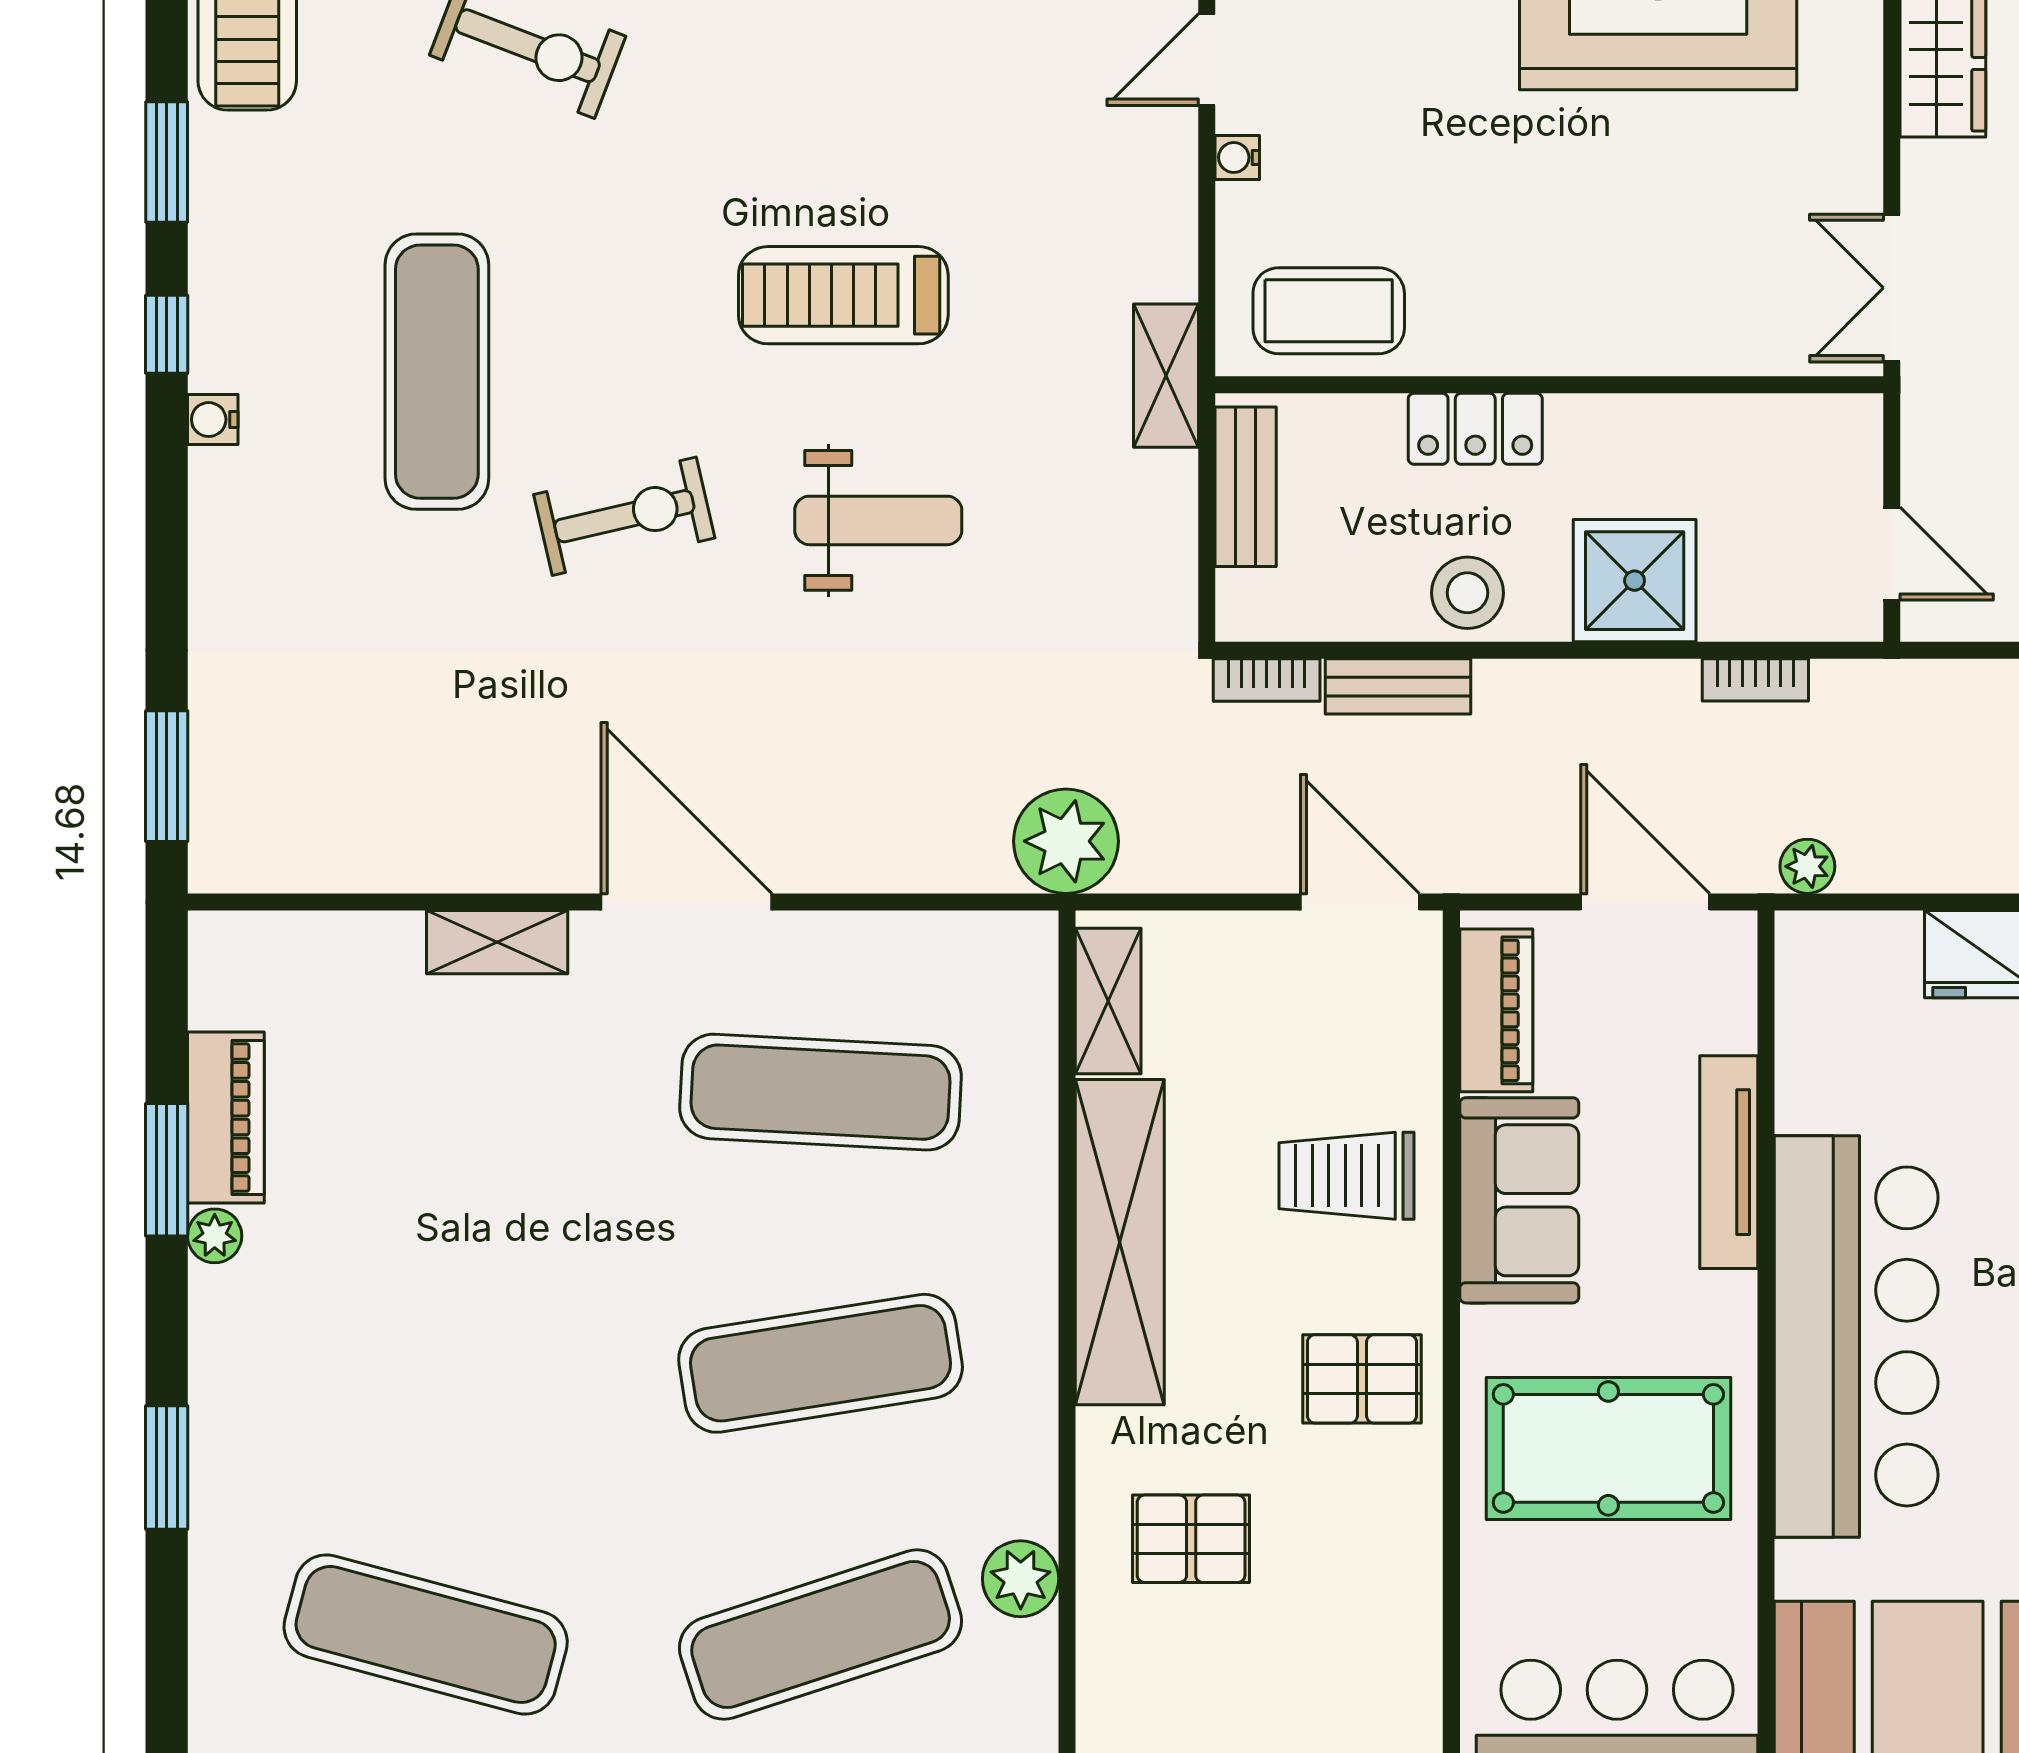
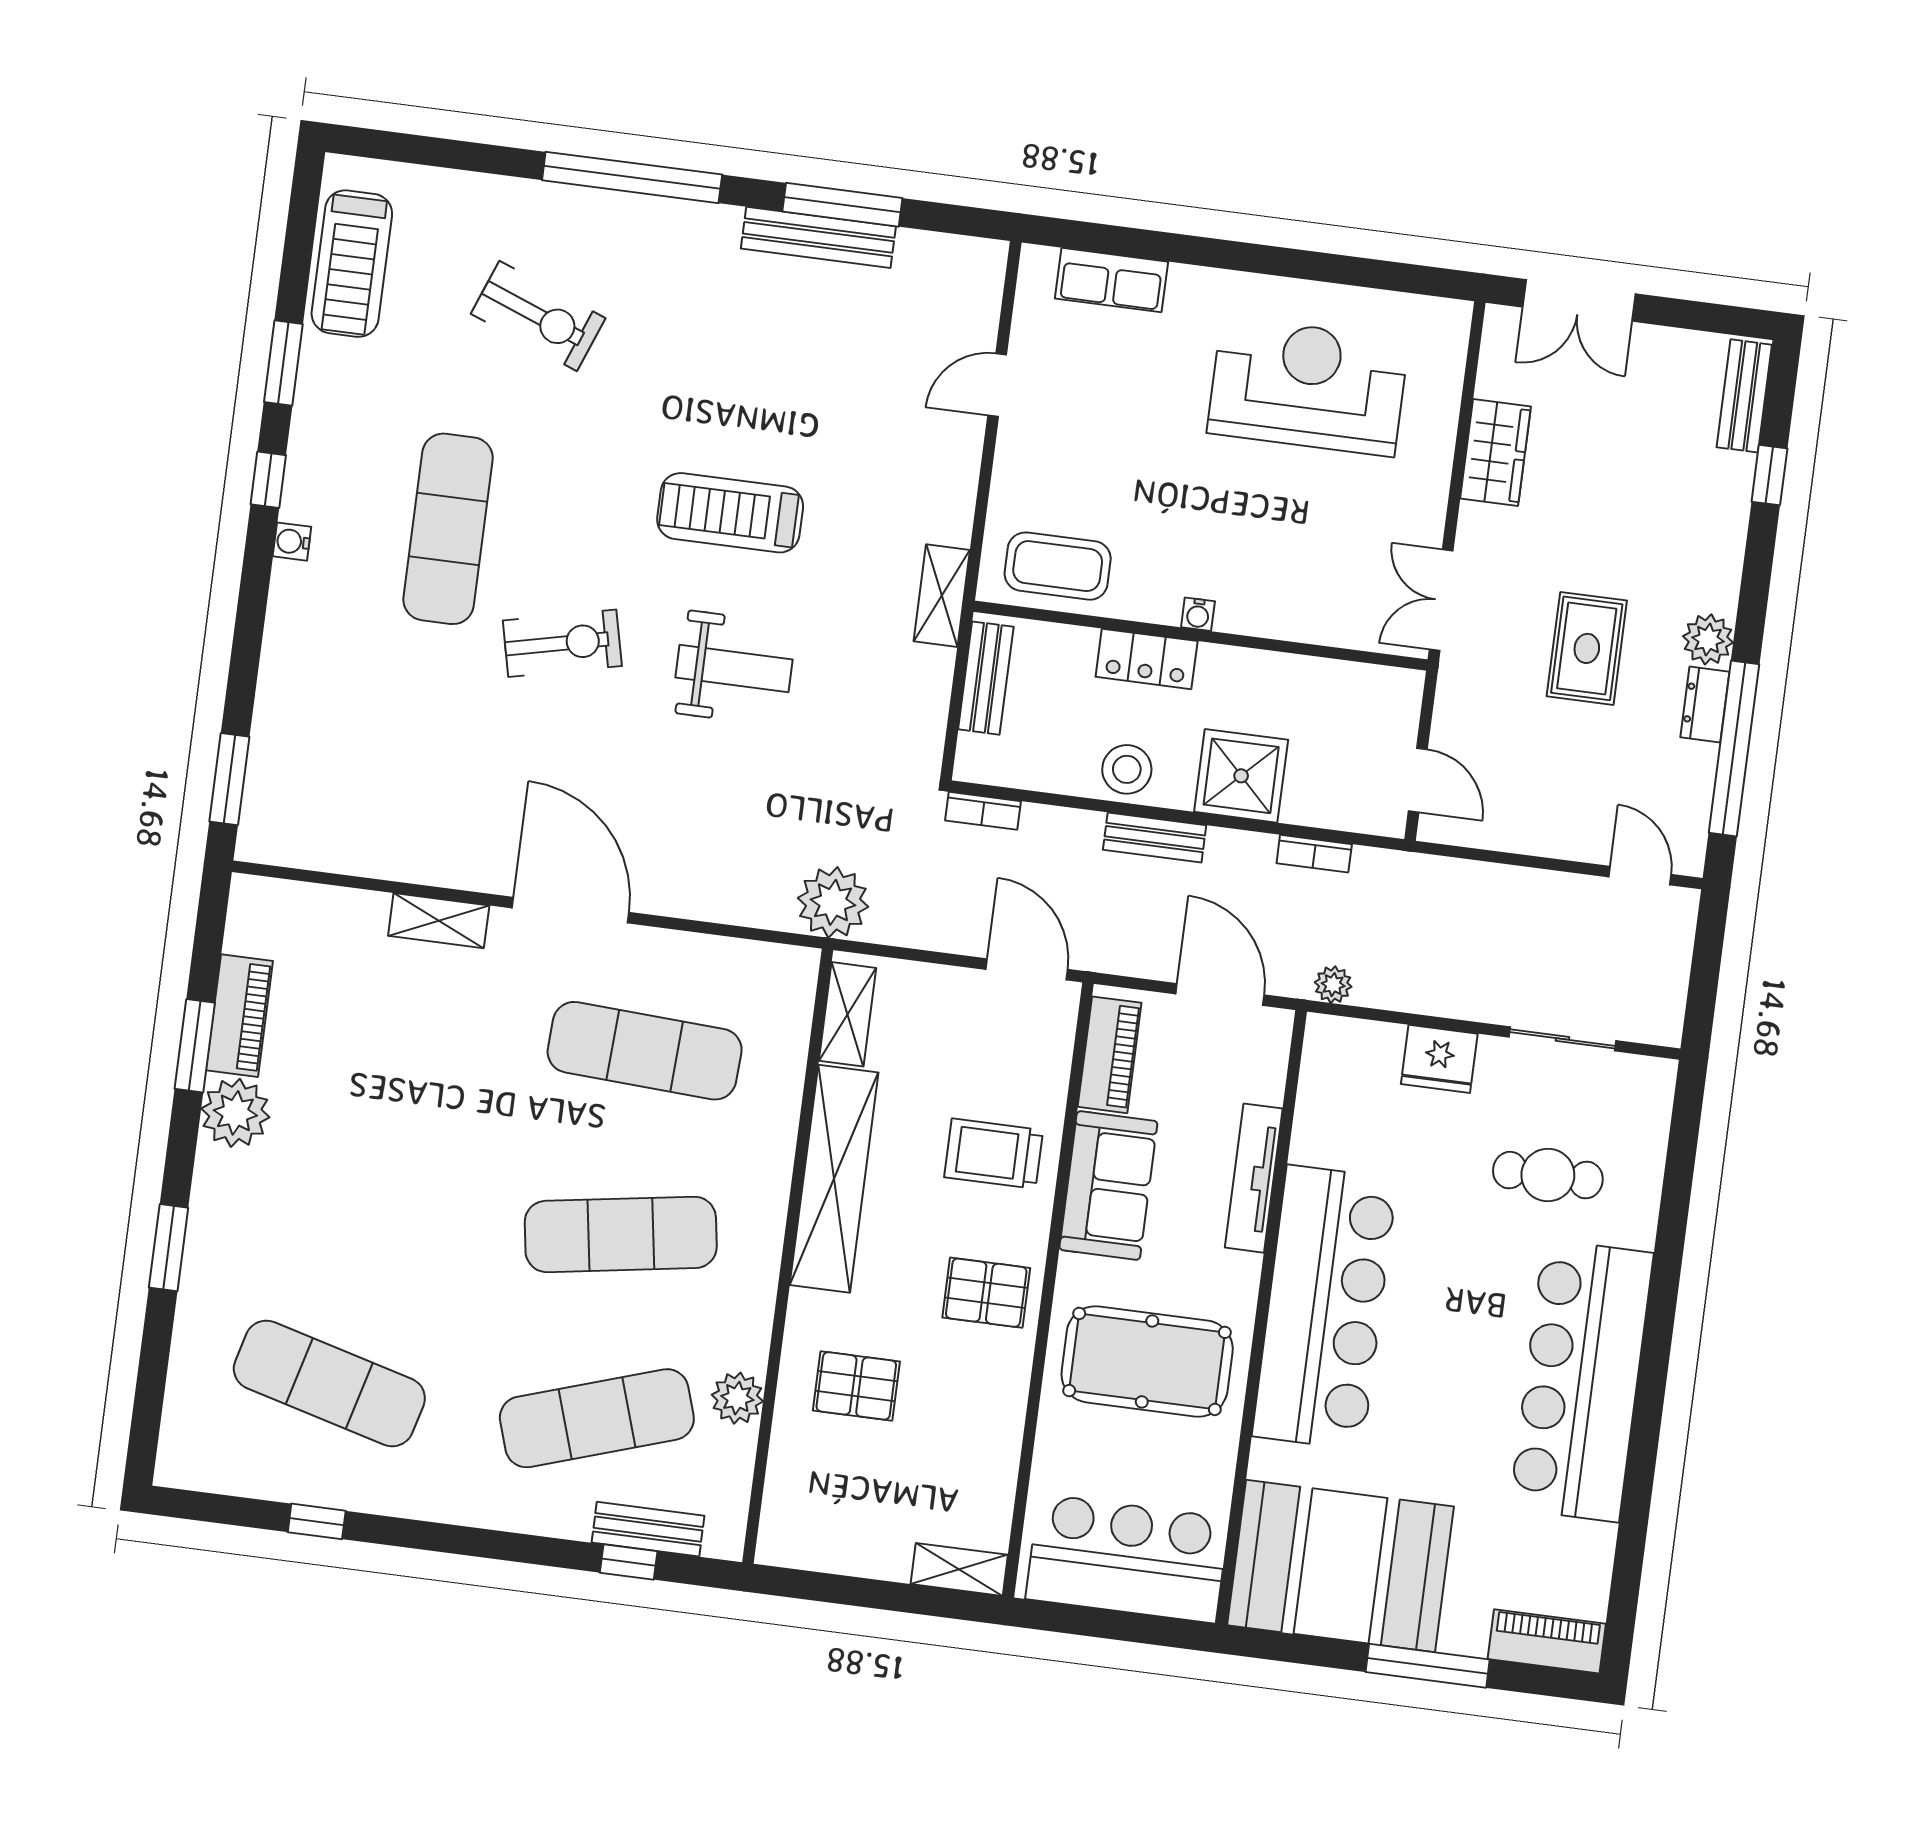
water cooler: (1237, 157) -> (1198, 614), moved, turned -90
bench: (1398, 686) -> (1155, 837), moved
plant: (215, 1236) -> (235, 1113), width x1.88, depth x1.88

